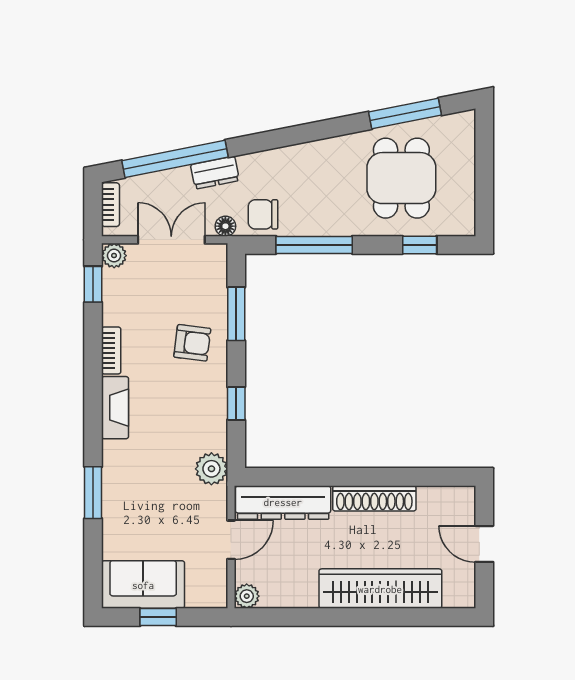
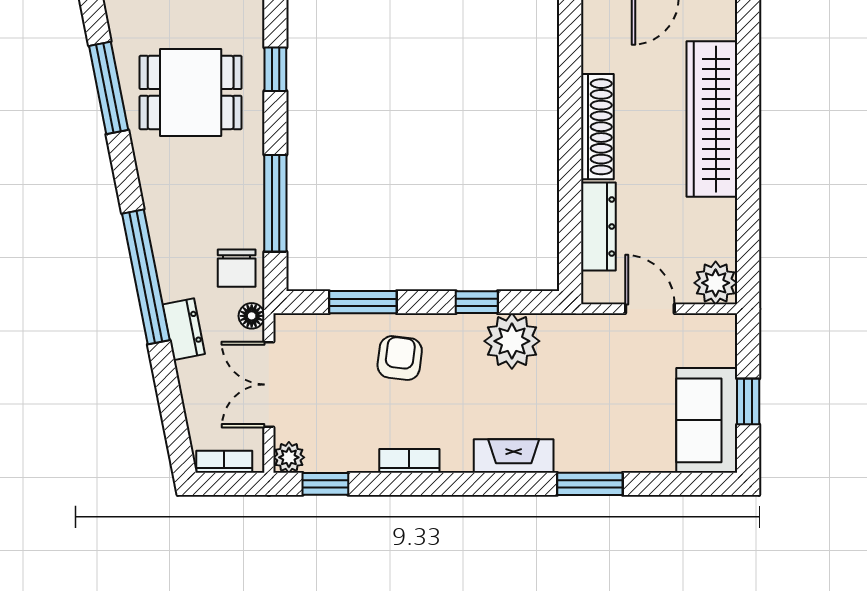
window: (175, 159) -> (146, 277), moved
fireplace: (115, 408) -> (514, 456), moved
plant: (211, 469) -> (512, 341), moved, width x1.36, depth x1.36
dresser: (283, 502) -> (598, 227), width x0.73, depth x0.80
plant: (247, 596) -> (716, 283), width x1.38, depth x1.38

